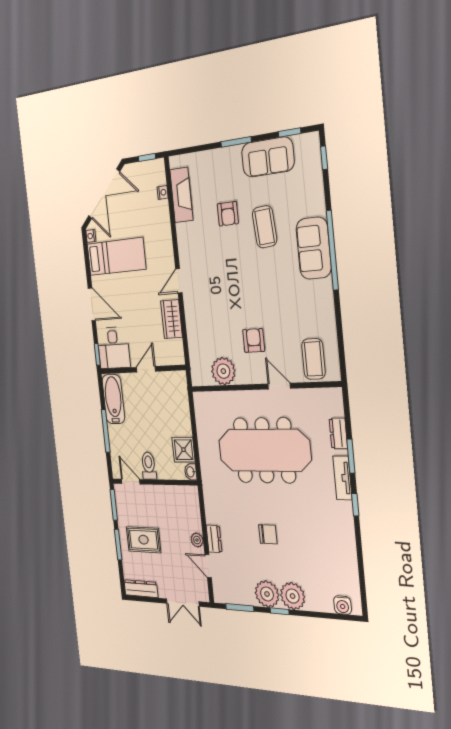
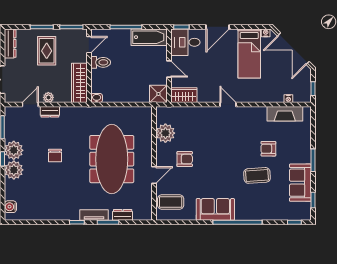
sofa: (314, 248) -> (215, 209), moved
wardrobe: (171, 319) -> (184, 95), moved
shower: (184, 450) -> (158, 94), moved
wardrobe: (175, 496) -> (79, 83), added

